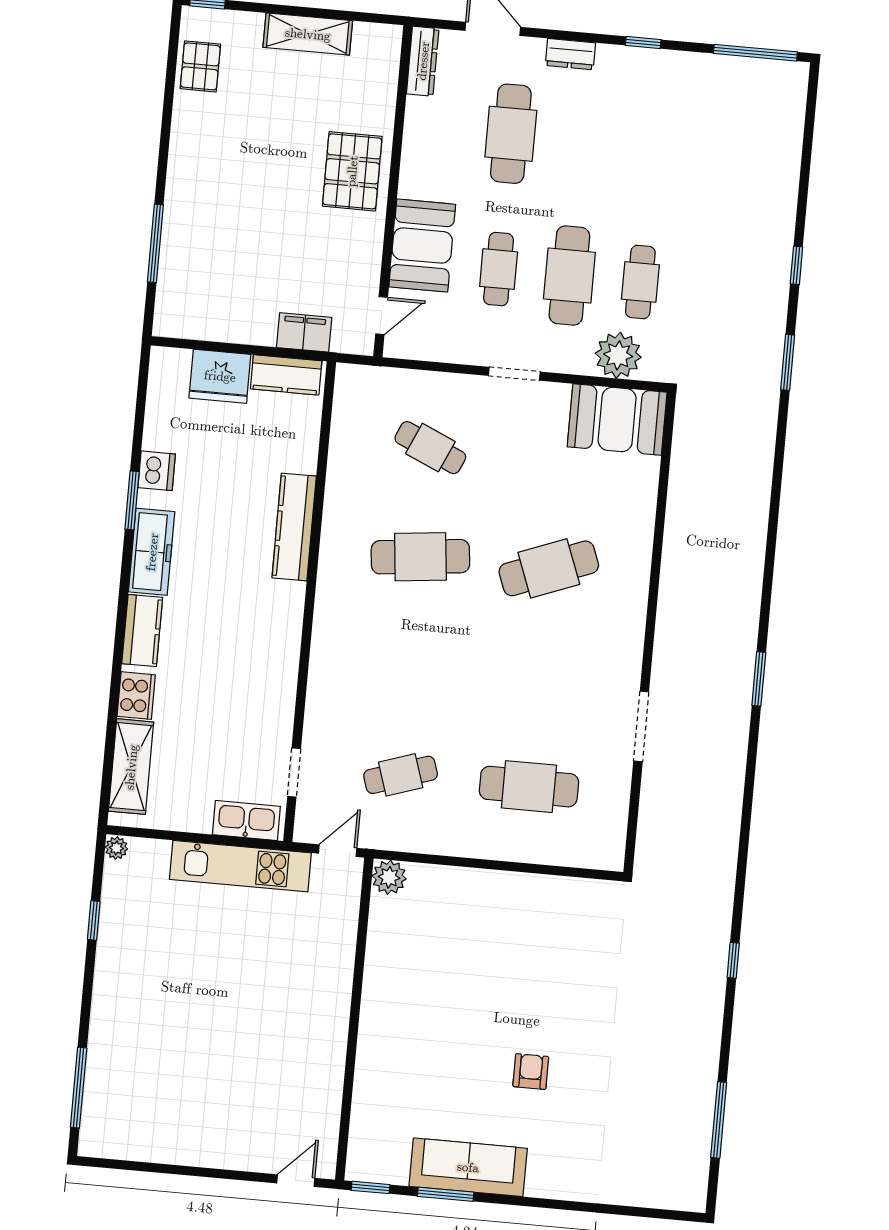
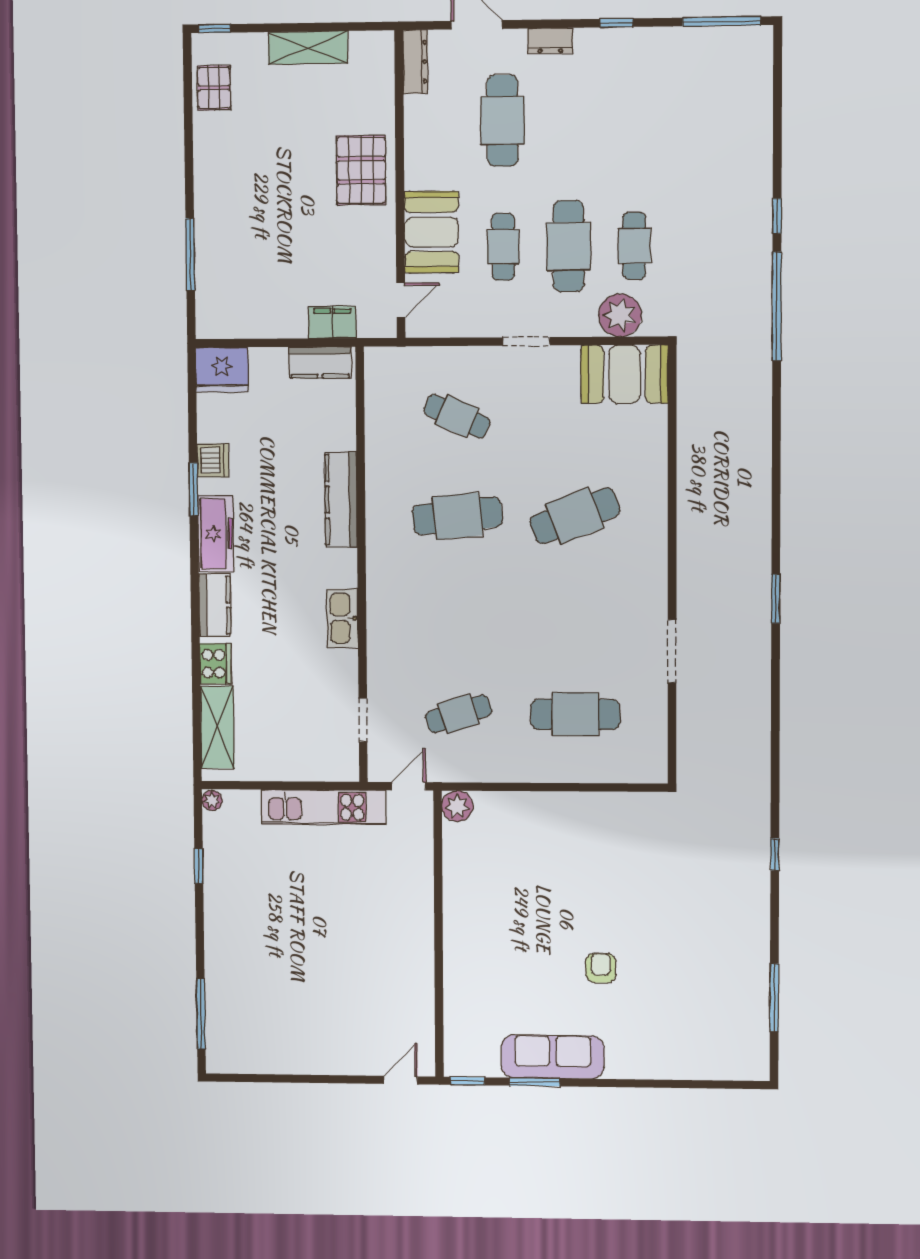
window: (788, 362) -> (777, 306), width x2.11
fridge: (220, 376) -> (222, 370), moved
kitchen sink: (246, 820) -> (342, 618), moved, turned -90

